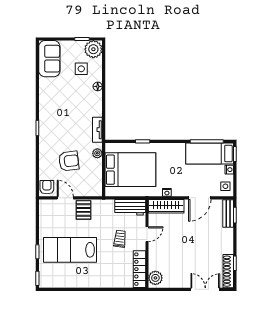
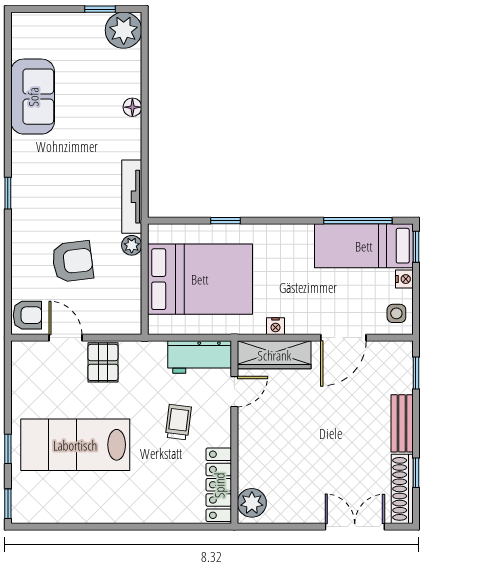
sofa: (49, 59) -> (33, 97), moved
side table: (81, 69) -> (98, 71), removed
tv unit: (97, 130) -> (132, 197), width x1.41
armchair: (47, 187) -> (27, 315), turned 90
bench: (228, 213) -> (402, 423), moved
door: (147, 234) -> (234, 392), moved

